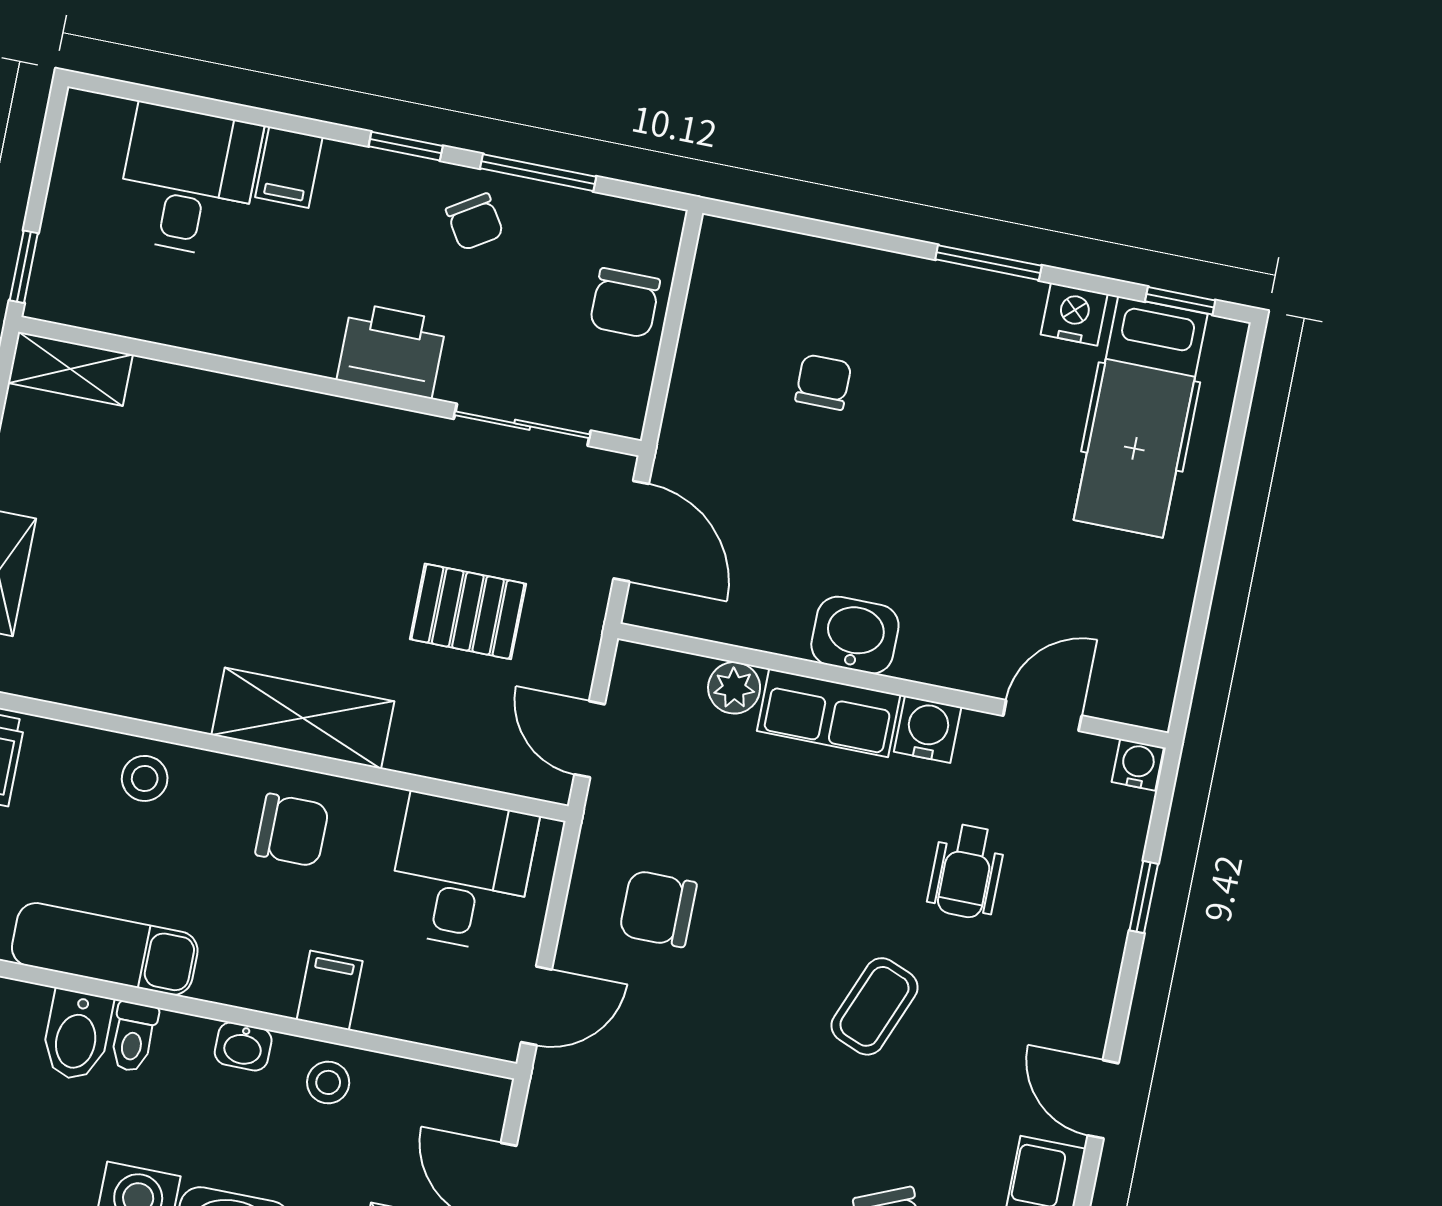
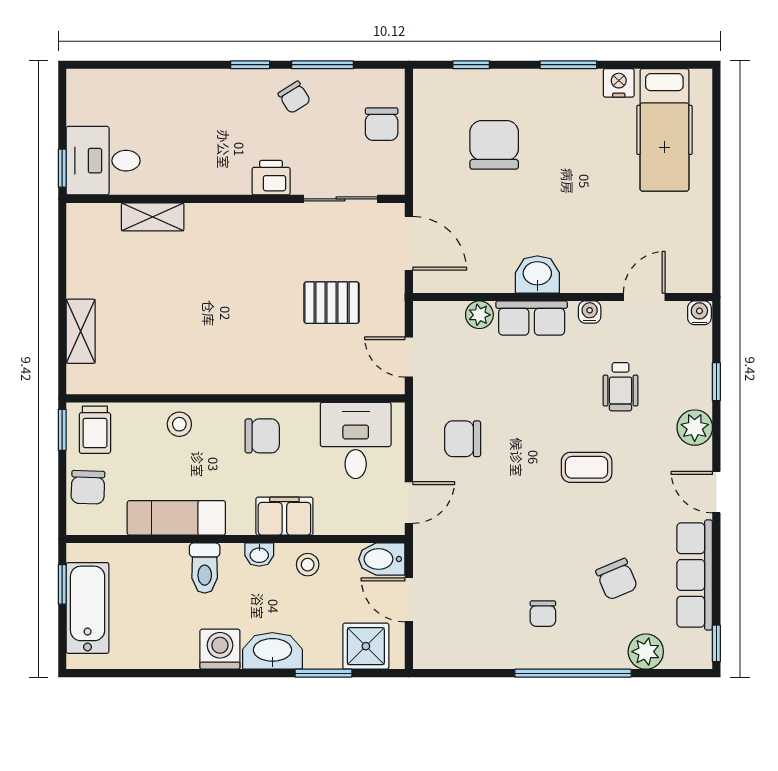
filing cabinet: (289, 167) -> (191, 88), removed
desk: (188, 181) -> (103, 161), moved, turned -90
window: (1180, 301) -> (471, 65), moved
printer: (392, 350) -> (271, 178), width x0.73, depth x0.81
shelving: (70, 369) -> (153, 217), moved
chair: (823, 382) -> (494, 145), width x1.87, depth x1.87
shelving: (303, 718) -> (256, 376), removed
water cooler: (928, 729) -> (590, 312), width x0.72, depth x0.72
plant: (1087, 973) -> (695, 428), added
filing cabinet: (330, 990) -> (284, 516), width x2.00
coffee table: (874, 1006) -> (587, 467), turned 68
bidet: (77, 1035) -> (382, 559), moved, turned 90
toilet: (133, 1037) -> (205, 568), width x1.37, depth x1.39

